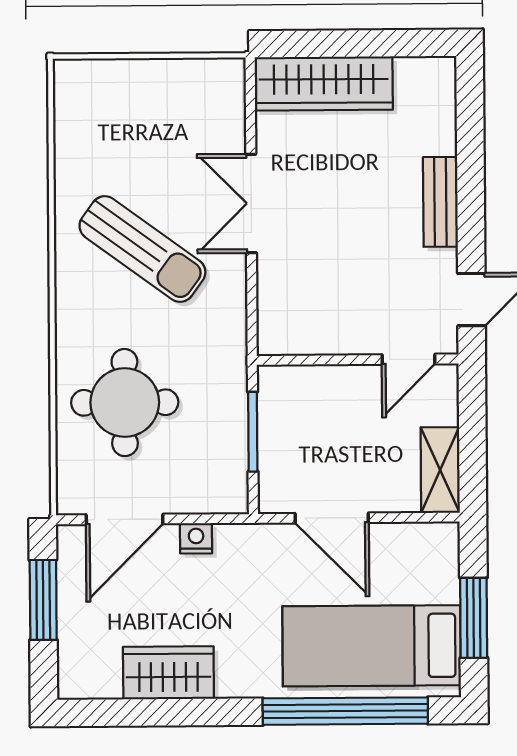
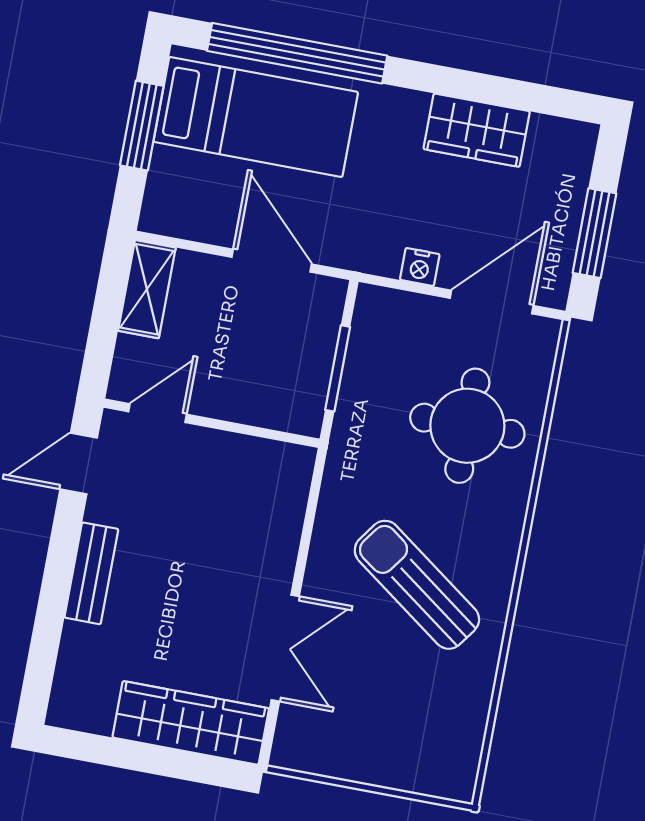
double door: (251, 203) -> (285, 648), moved

